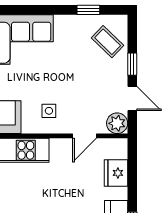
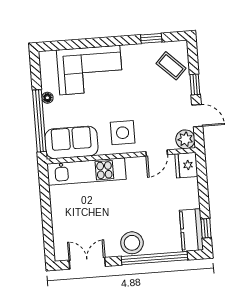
side table: (49, 111) -> (123, 133), width x1.87, depth x1.87
fridge: (116, 173) -> (186, 165), moved

